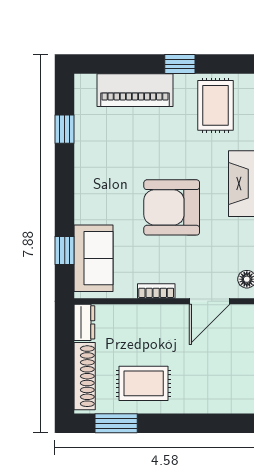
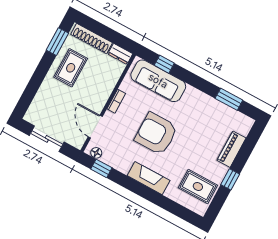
piano: (135, 90) -> (231, 149), width x0.73, depth x0.75
window: (65, 129) -> (229, 99), width x1.50
armchair: (172, 207) -> (156, 134), turned -90
sofa: (93, 258) -> (158, 81), width x1.36

